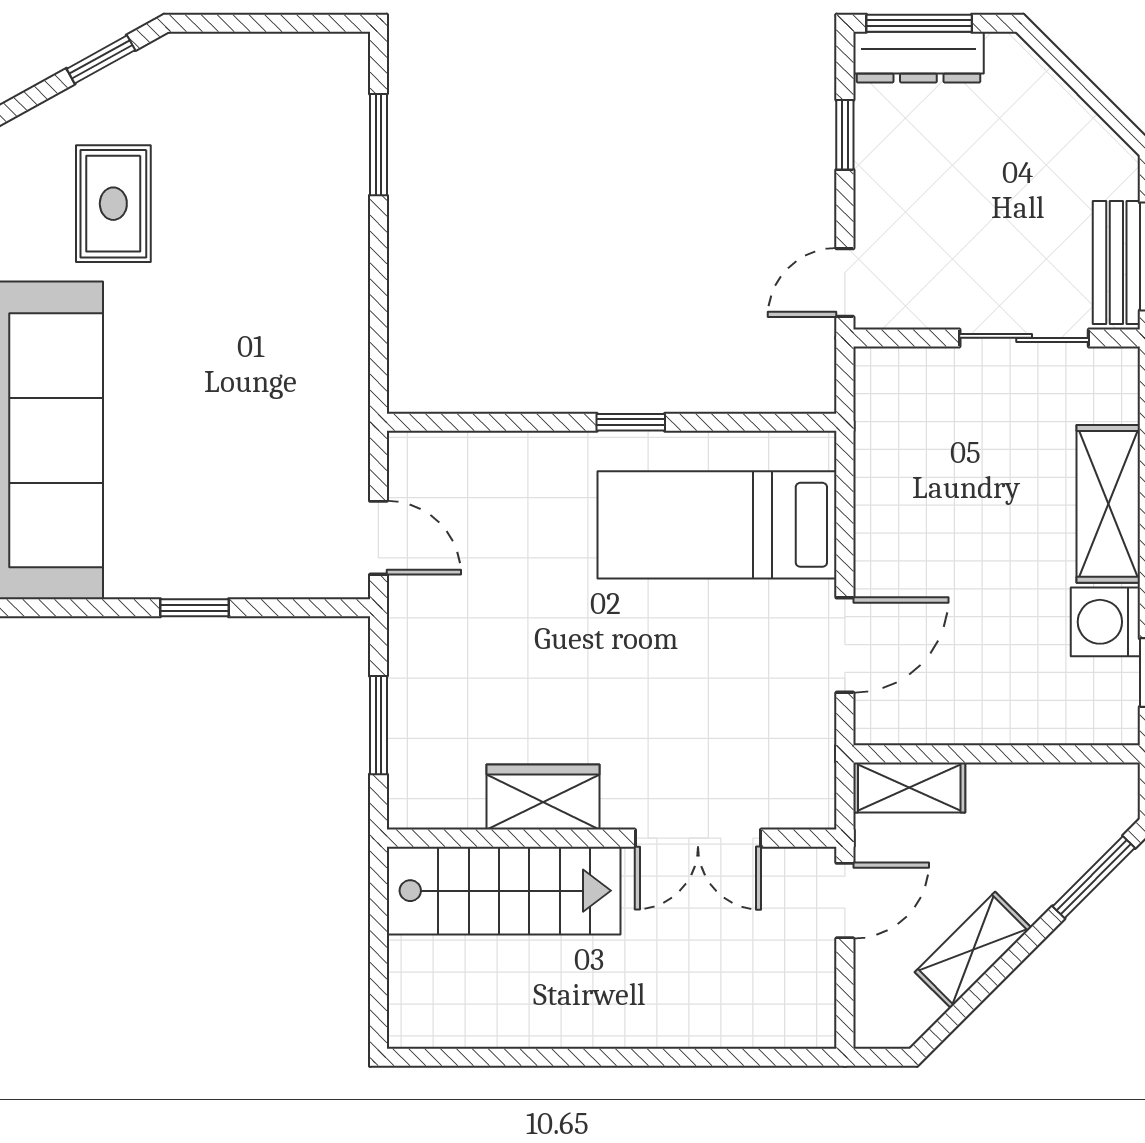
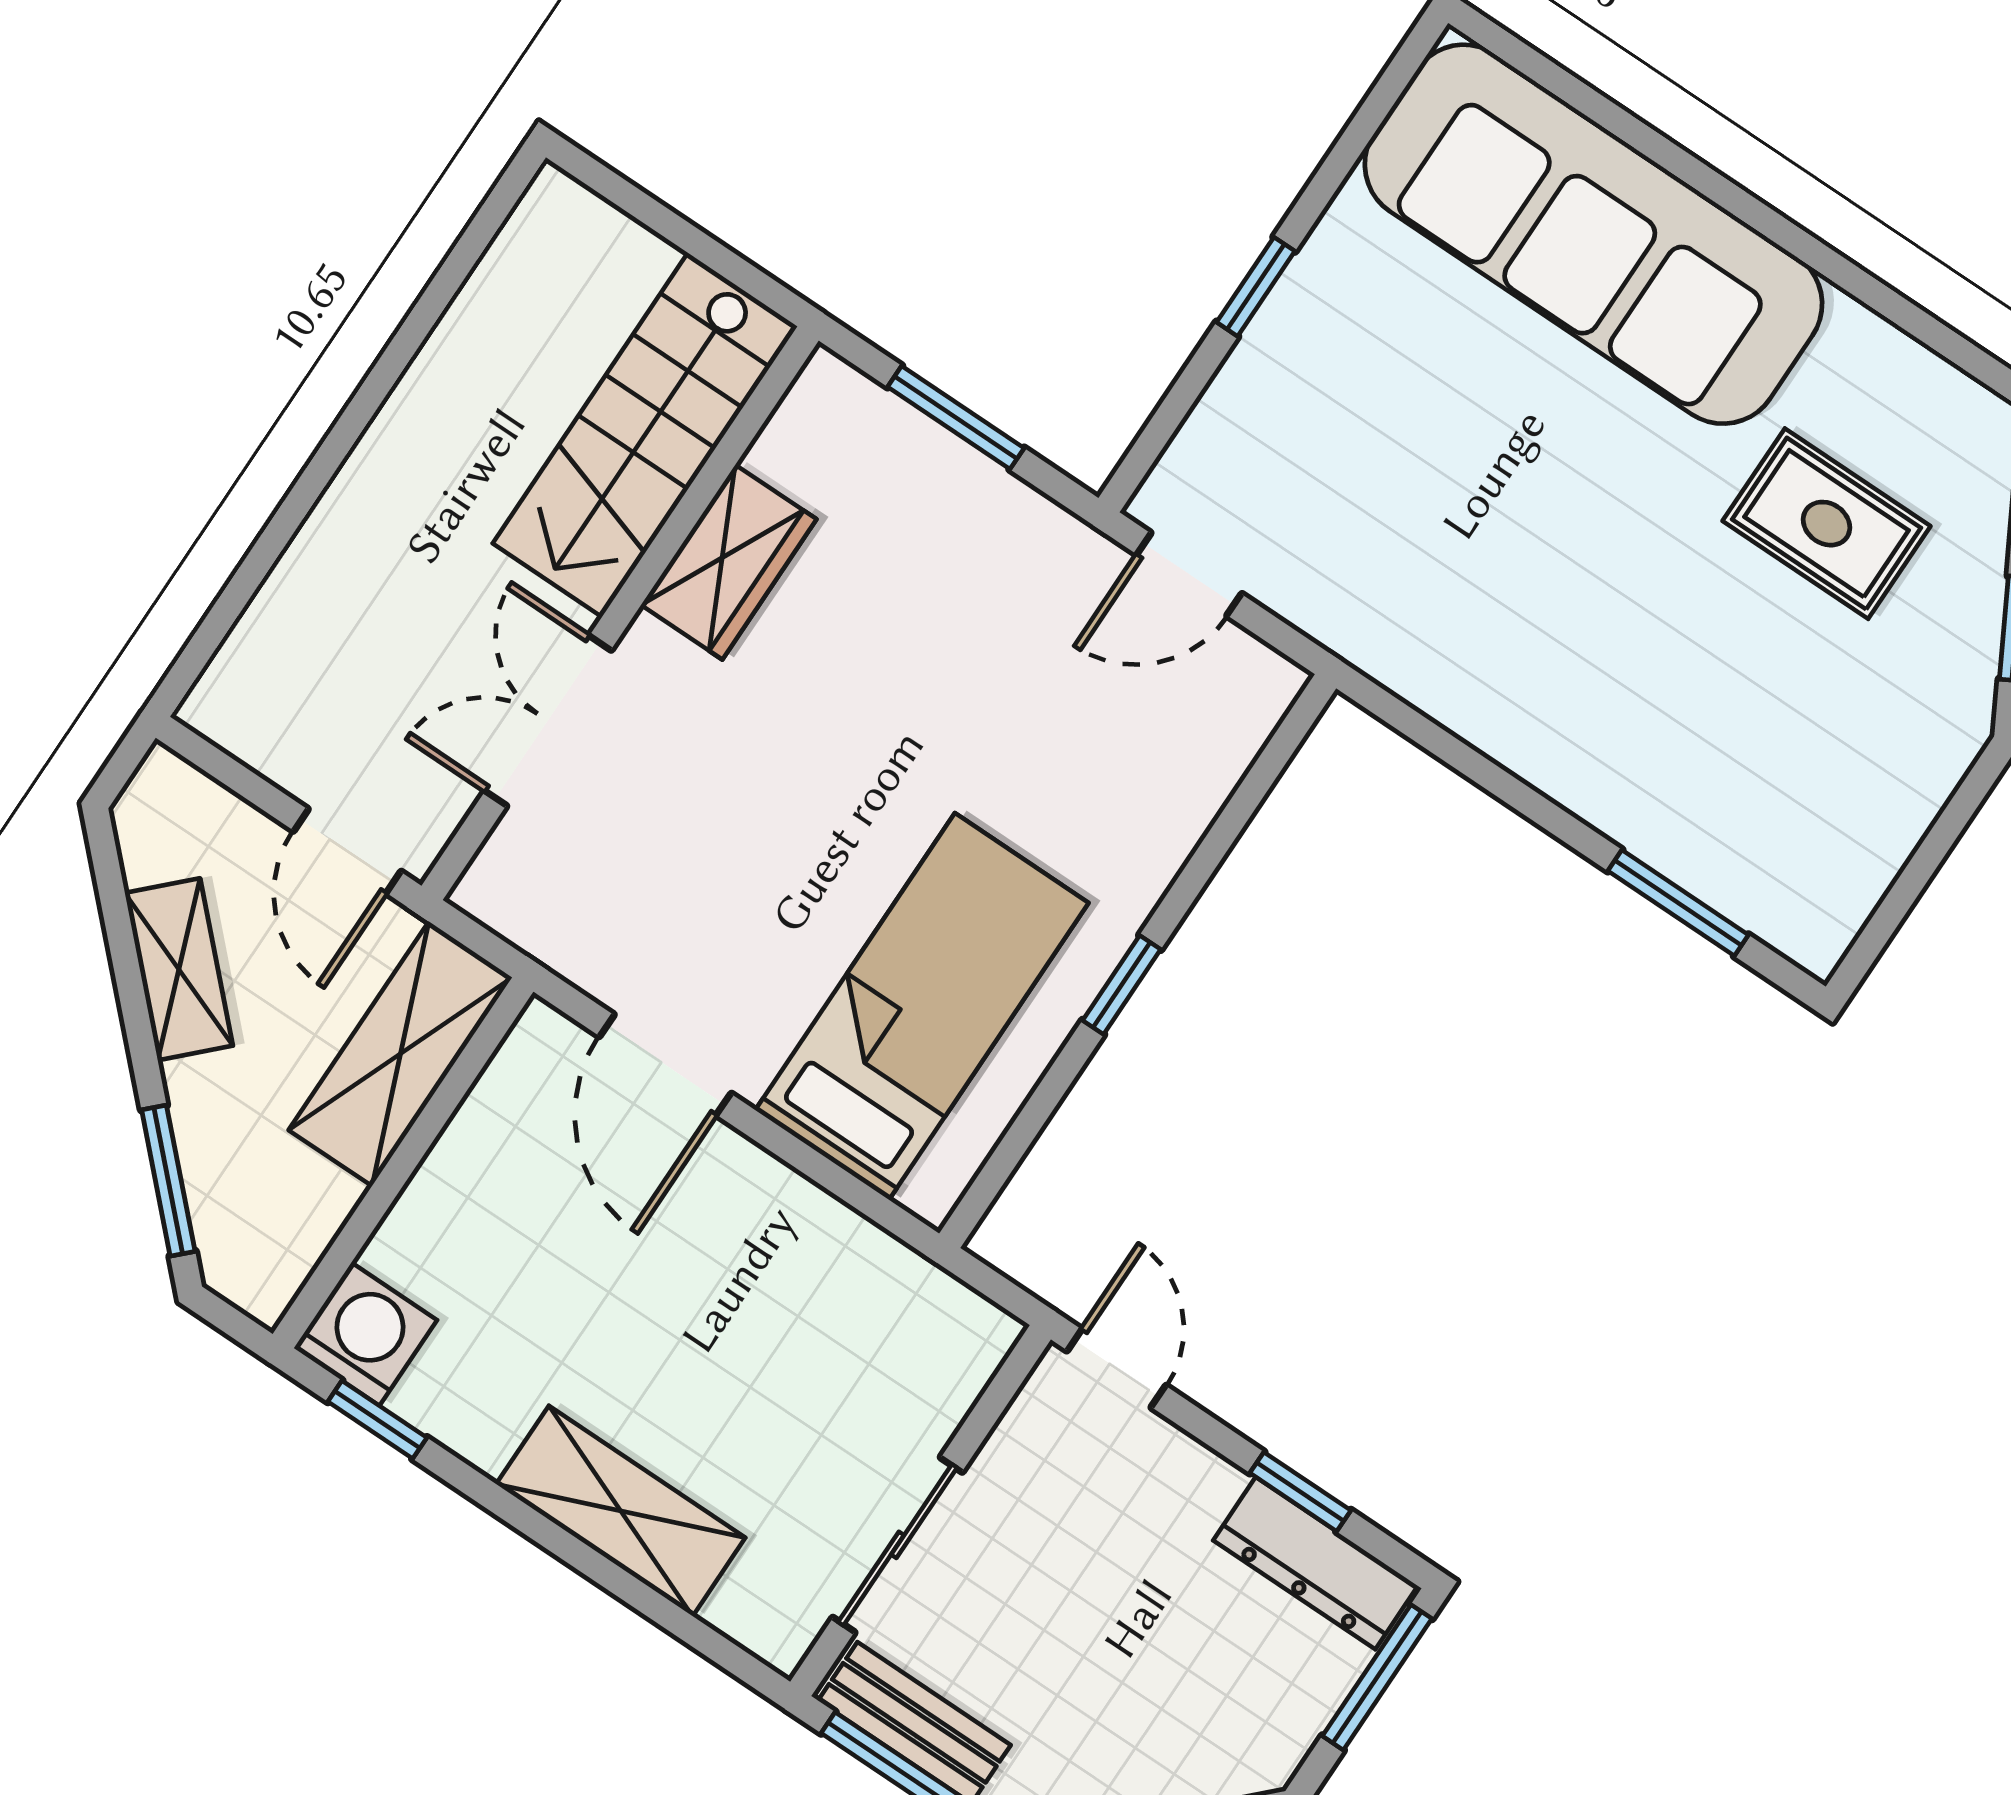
dresser: (918, 57) -> (1315, 1563), moved, turned -90
washing machine: (1105, 622) -> (365, 1334), moved
shelving: (909, 787) -> (400, 1054), width x1.50, depth x1.33

